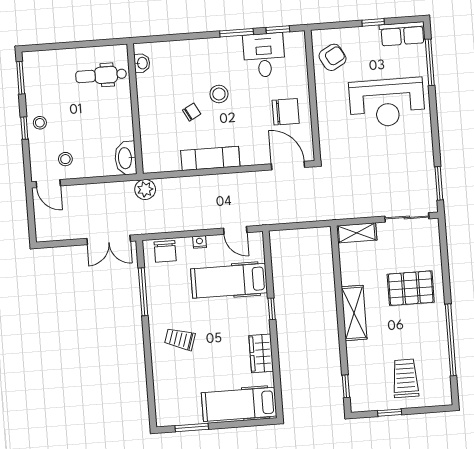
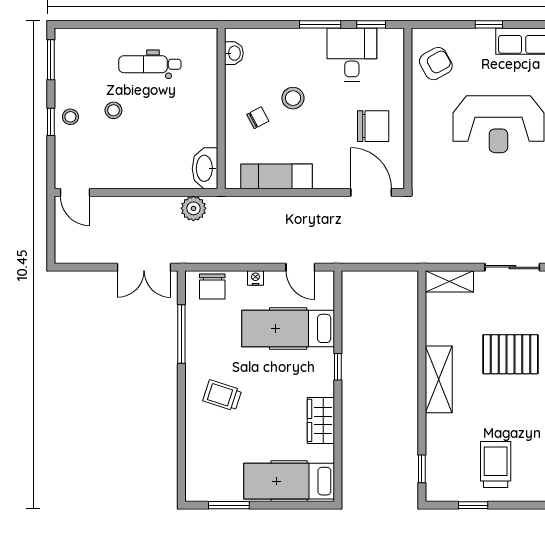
washbasin: (142, 63) -> (234, 53), moved
wall: (135, 109) -> (221, 108), moved
washbasin: (126, 158) -> (205, 168), moved
stool: (65, 159) -> (113, 110), moved

